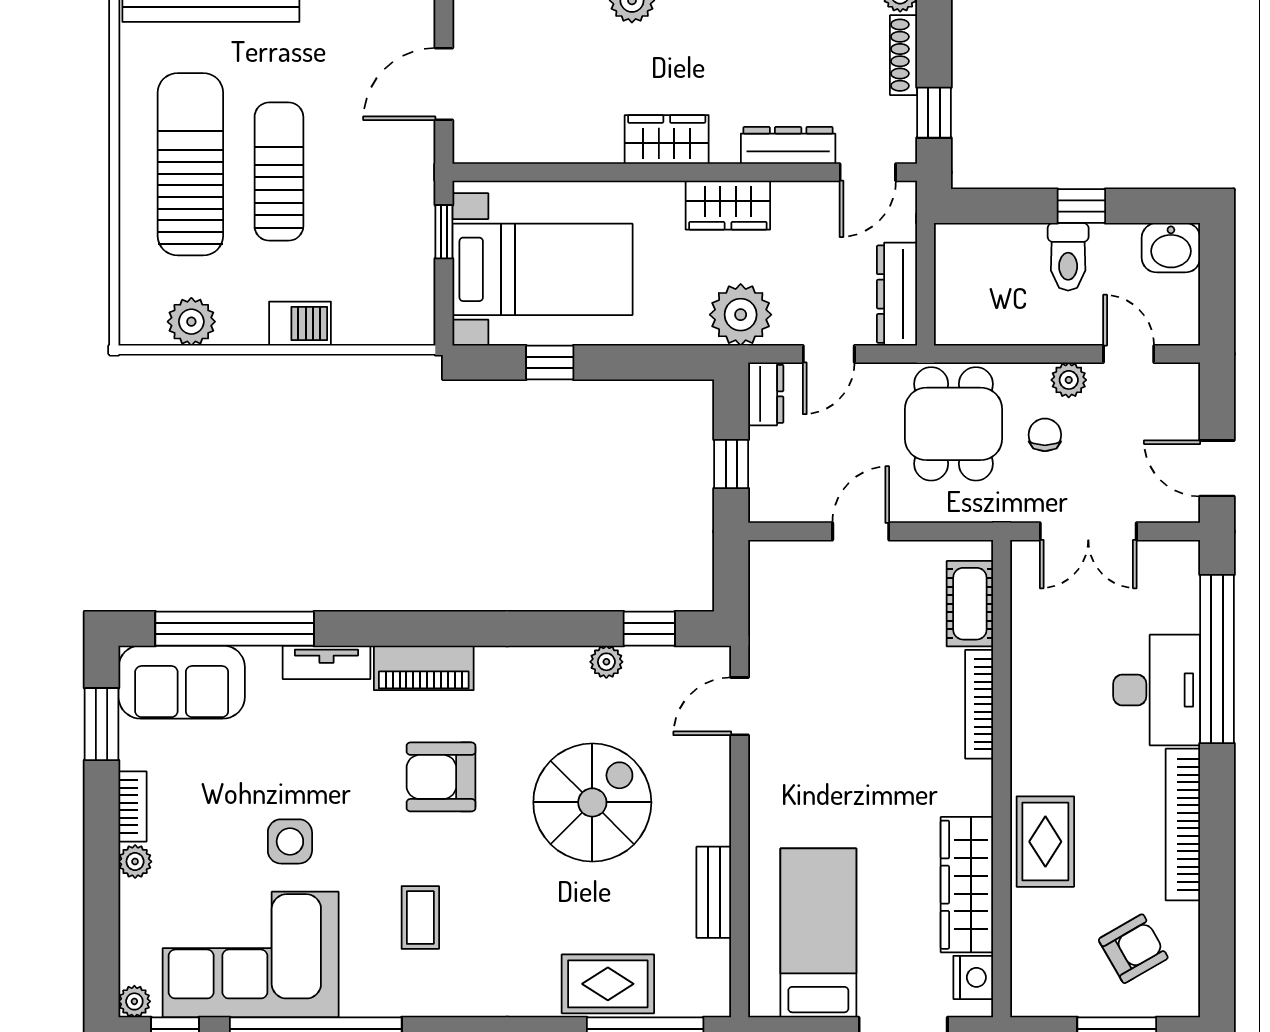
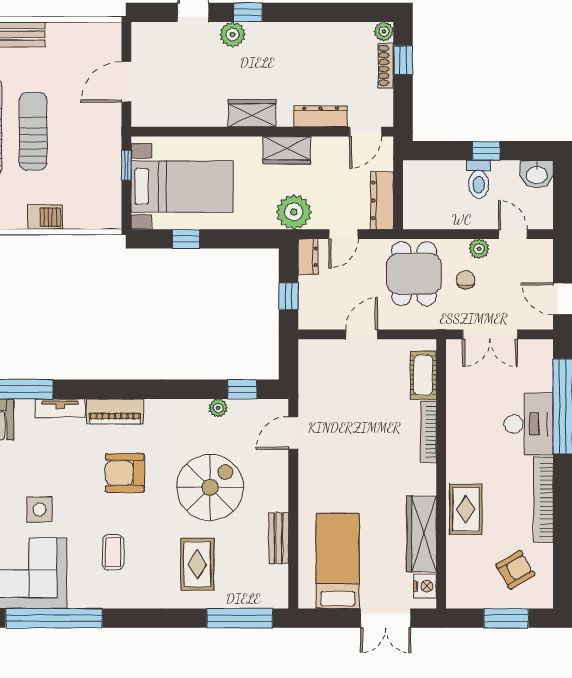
window: (934, 113) -> (403, 60), moved
rug: (608, 984) -> (197, 564), moved, turned 90

